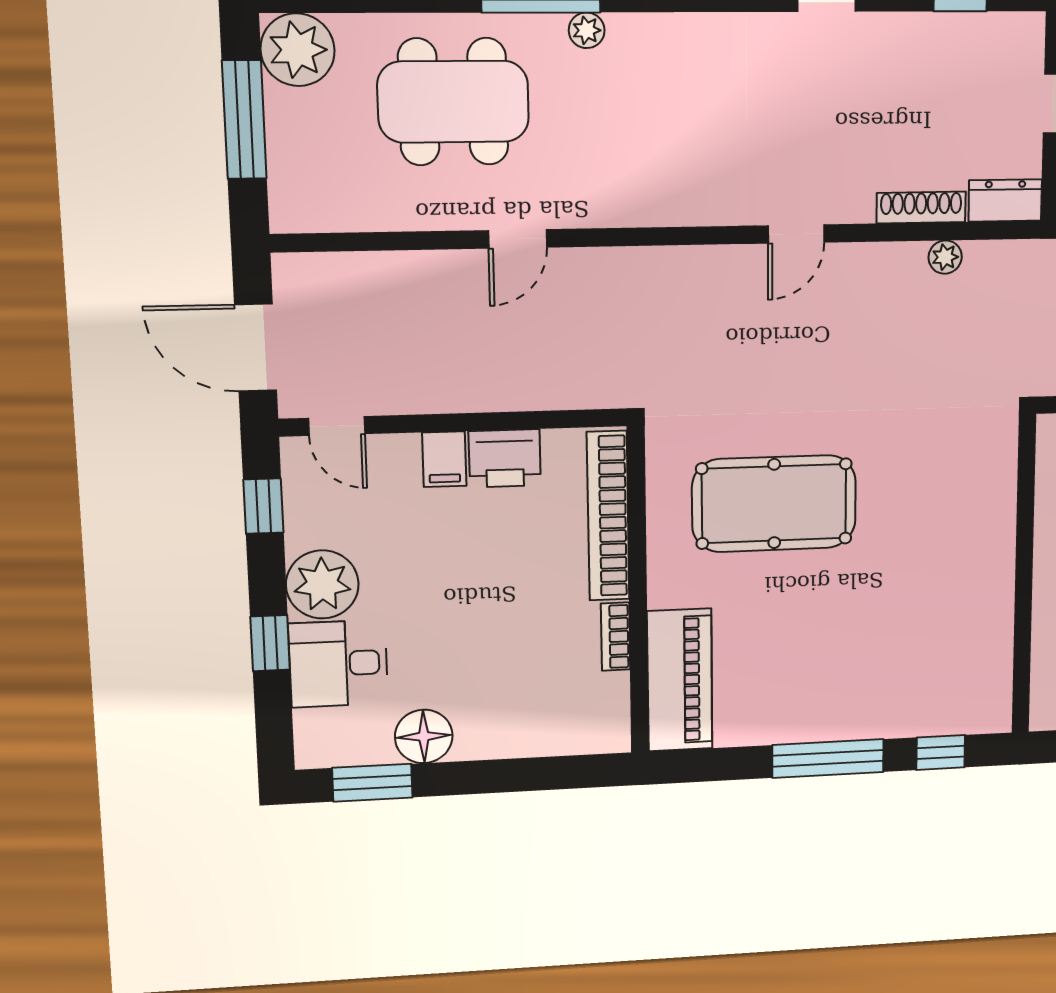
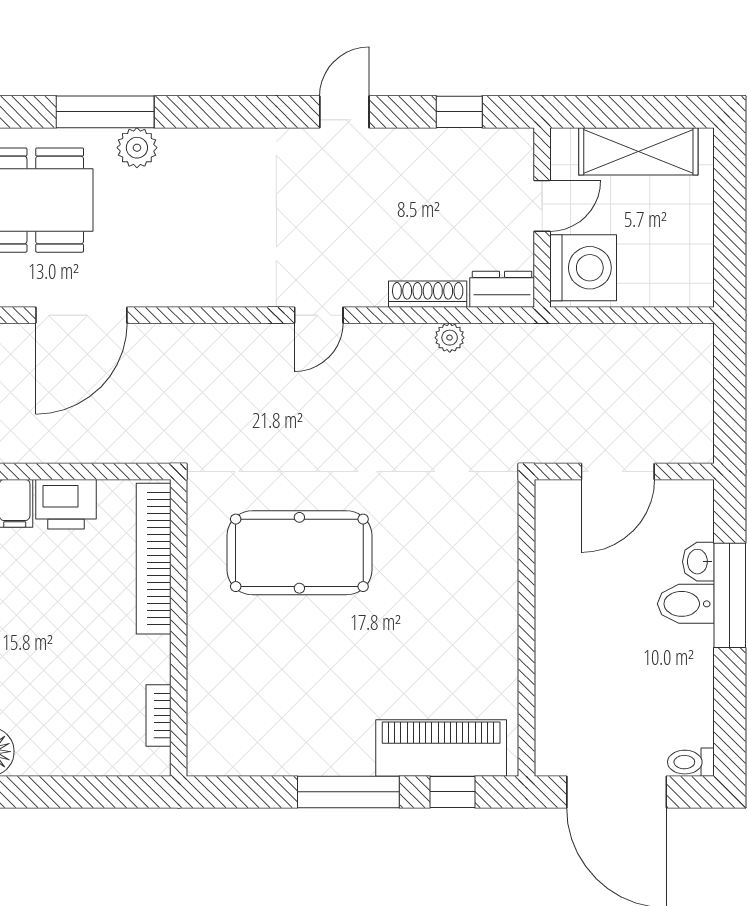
plant: (587, 30) -> (137, 148), width x1.38, depth x1.38
door: (518, 239) -> (81, 315), width x1.87
bookcase: (616, 637) -> (158, 716), moved
piano: (680, 680) -> (441, 748), moved, turned -90

